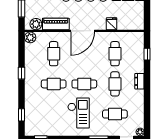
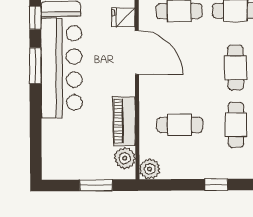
door: (83, 31) -> (137, 53), moved

